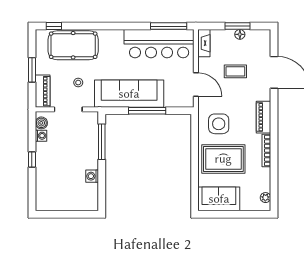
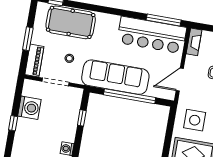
door: (196, 85) -> (180, 80), swing flipped
window: (147, 111) -> (130, 96), width x1.46
boiler: (41, 123) -> (28, 90), removed
washing machine: (41, 136) -> (29, 108), width x1.89, depth x1.89
window: (102, 142) -> (82, 118), width x0.46

